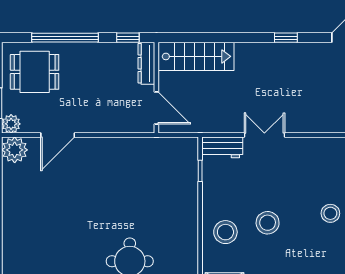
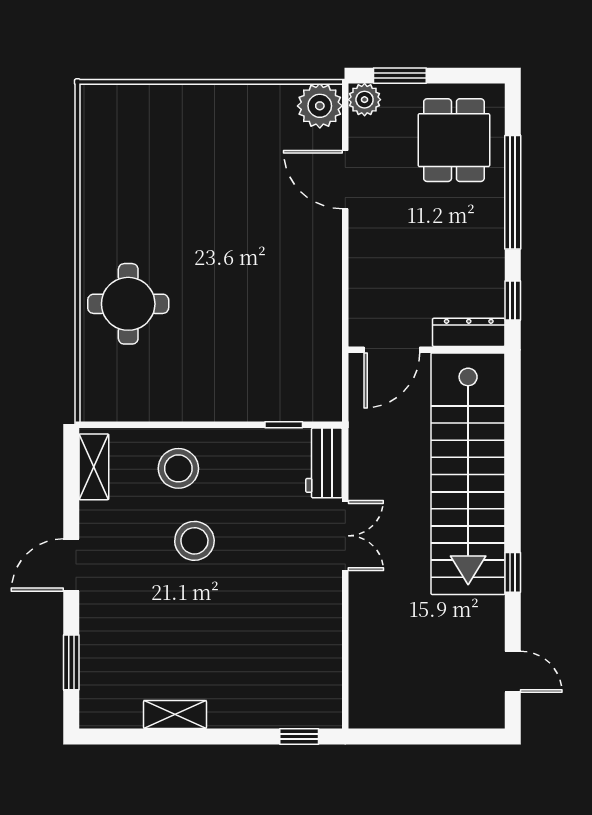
stairs: (196, 56) -> (468, 474), width x1.86, depth x1.51
stool: (330, 213) -> (211, 649), removed

